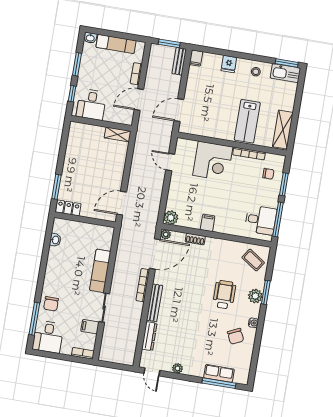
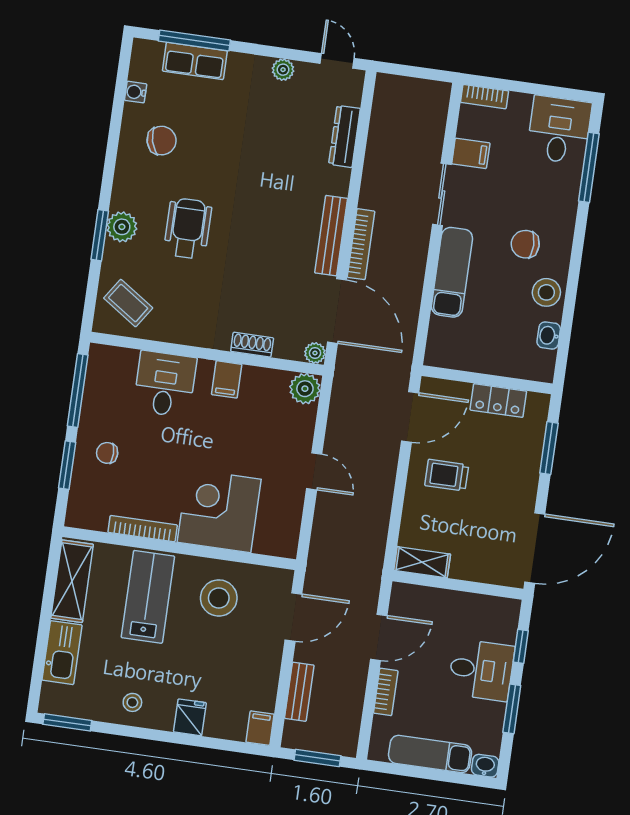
bench: (179, 61) -> (299, 692), moved
kitchen sink: (285, 73) -> (62, 653), moved, turned 90
desk: (91, 105) -> (481, 670), moved, turned 90
stool: (214, 120) -> (219, 598), added
door: (64, 140) -> (535, 548), added
door: (170, 162) -> (314, 471), moved
chair: (268, 174) -> (107, 453), moved
trolley: (105, 175) -> (447, 475), added
locker: (68, 208) -> (498, 401), moved
desk: (261, 220) -> (165, 384), moved, turned 90
door: (155, 254) -> (337, 311), swing flipped
stool: (56, 260) -> (546, 292), added
wheelchair: (224, 295) -> (188, 228), turned 180
bench: (154, 303) -> (331, 236), moved
chair: (51, 304) -> (525, 244), moved, turned -90
water cooler: (253, 323) -> (136, 92), moved
chair: (236, 336) -> (162, 141), turned 100

